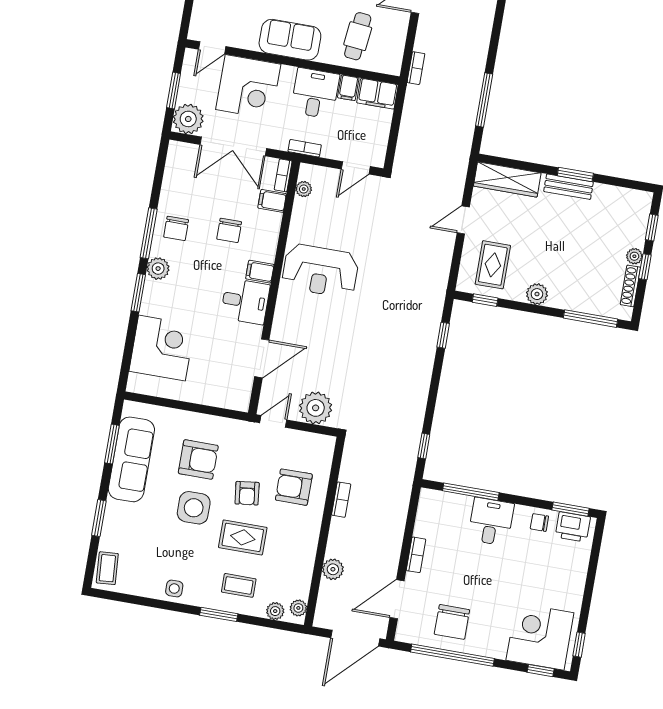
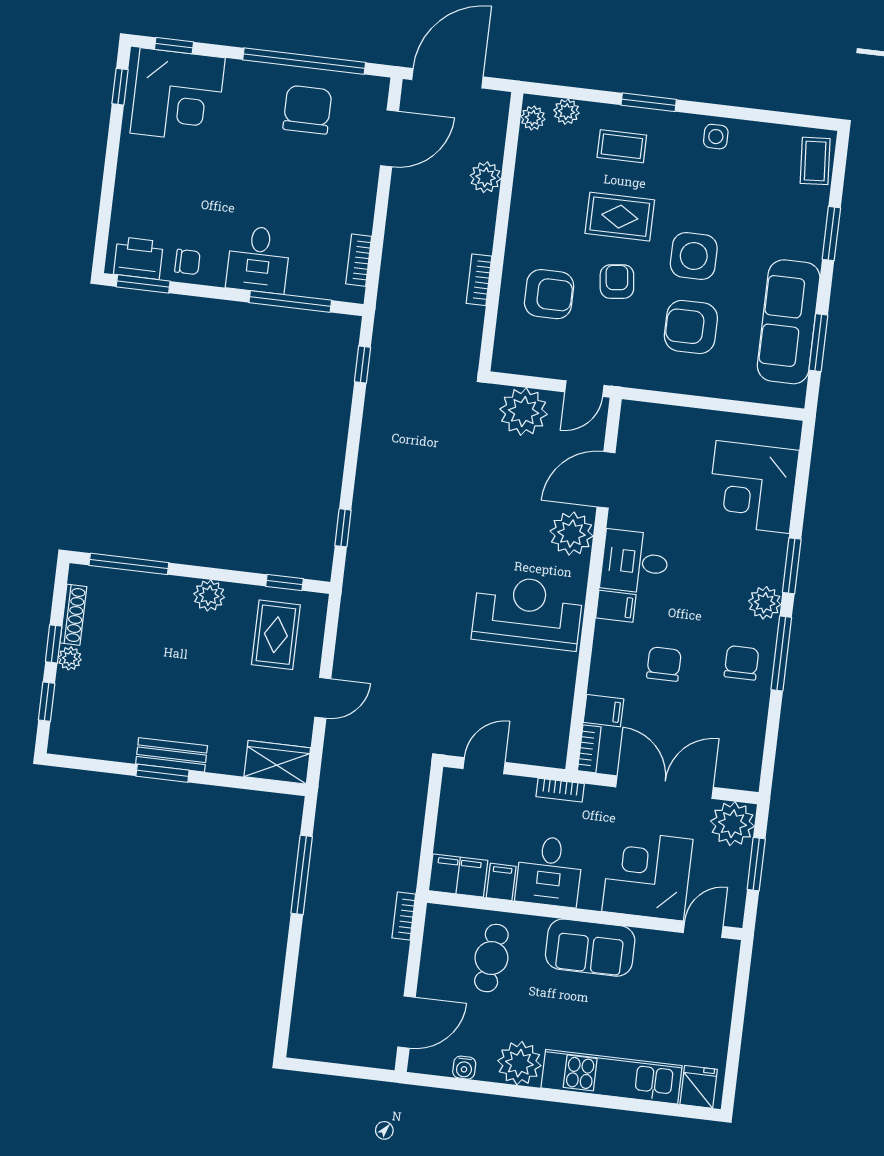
wardrobe: (507, 179) -> (277, 762), width x0.67
plant: (304, 189) -> (572, 534), moved, width x1.87, depth x1.87
bookcase: (416, 555) -> (359, 260), moved

